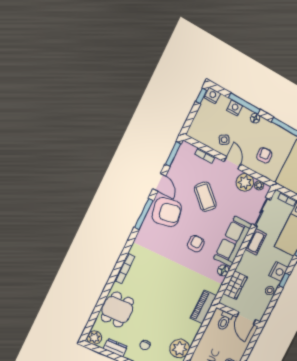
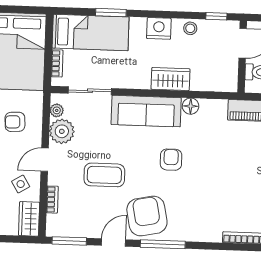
wardrobe: (199, 134) -> (29, 219), added
coffee table: (205, 197) -> (104, 175), turned 46
cot: (256, 242) -> (133, 79), removed
armchair: (196, 244) -> (171, 160), turned 88
window: (284, 280) -> (216, 16), moved
wardrobe: (235, 285) -> (170, 79), moved

